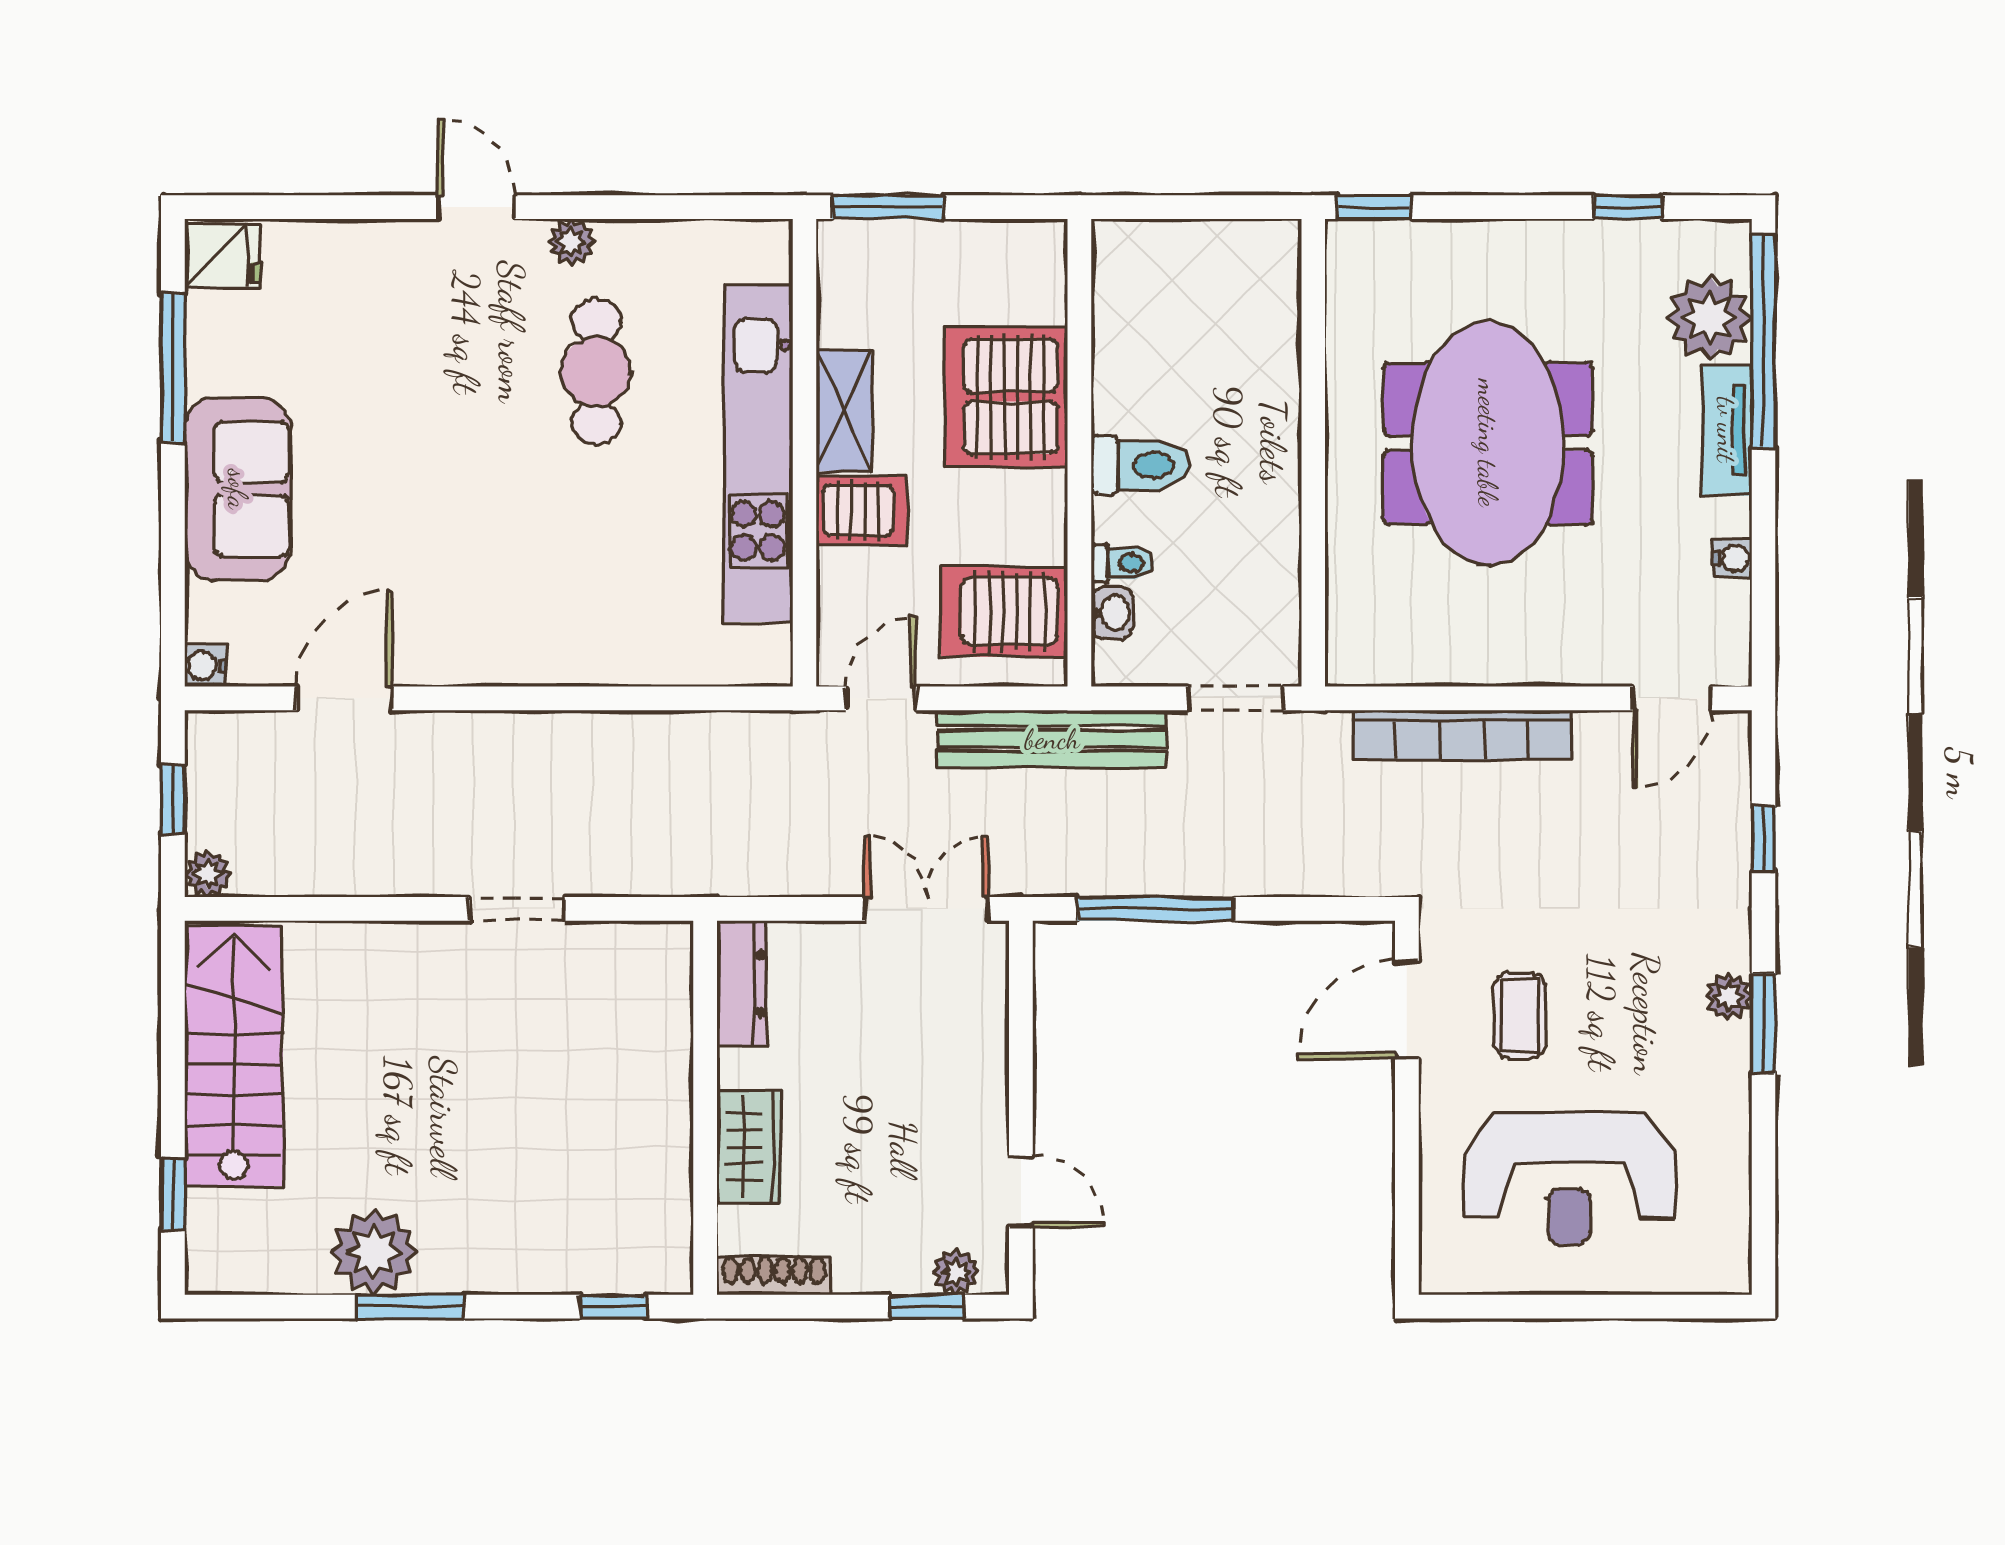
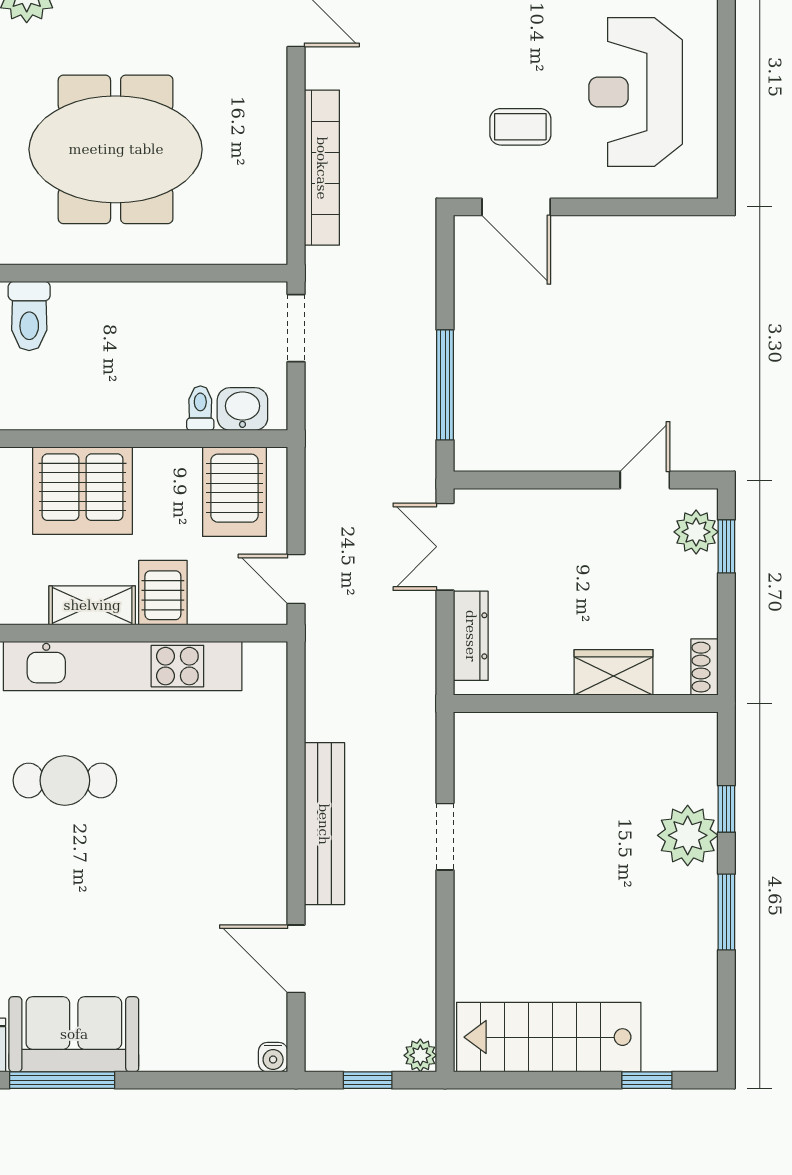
toilet: (1140, 465) -> (29, 316), moved, turned 180
sofa: (238, 489) -> (74, 1034), moved
washbasin: (1112, 613) -> (242, 409), width x1.38, depth x1.45
bench: (1052, 739) -> (324, 824), moved
dresser: (741, 984) -> (471, 636), moved, turned 90
reception desk: (1569, 1178) -> (636, 92), turned 180
plant: (374, 1252) -> (688, 835), moved
plant: (956, 1272) -> (696, 532), width x1.38, depth x1.38
shoe rack: (774, 1276) -> (704, 667), width x0.70
window: (613, 1307) -> (726, 809), moved

